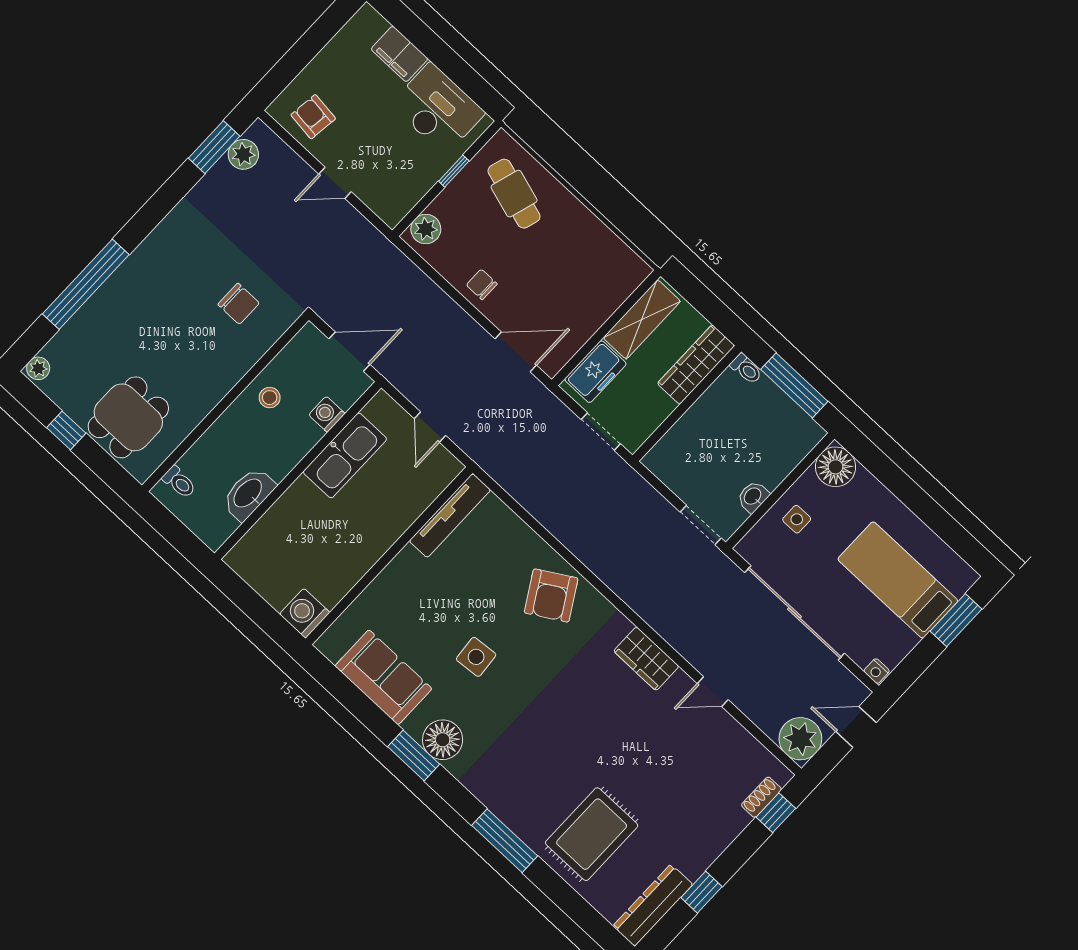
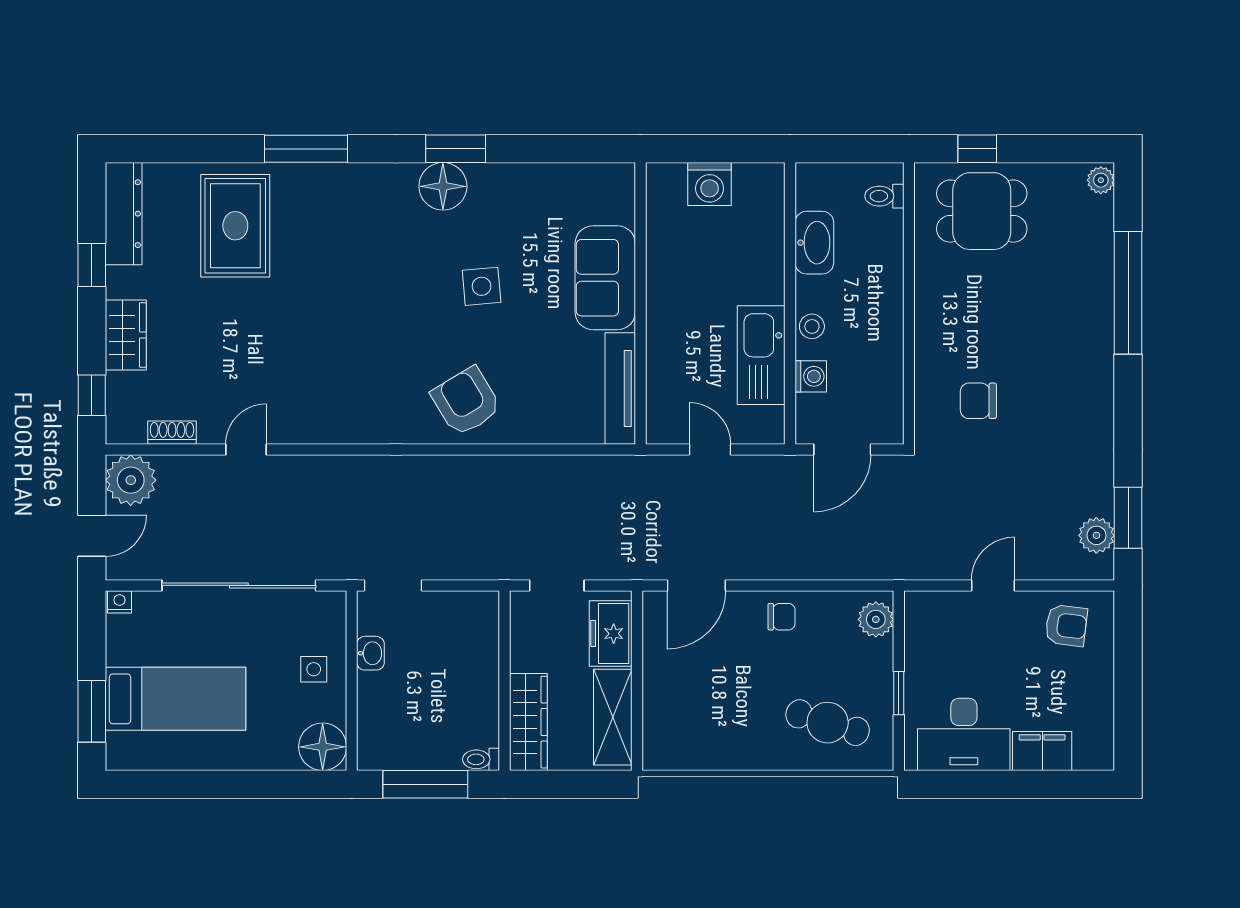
stool: (270, 398) -> (812, 326), moved
dining table: (128, 417) -> (982, 211), turned 90
window: (66, 430) -> (977, 149), moved
washing machine: (305, 613) -> (710, 184), moved, turned 90
wardrobe: (646, 659) -> (126, 335), moved, turned 90
sofa: (383, 677) -> (605, 278), moved, turned 90
shoe rack: (761, 797) -> (172, 433), moved, turned -90

